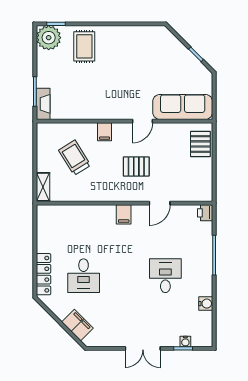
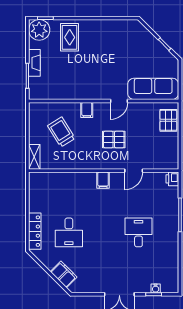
fireplace: (43, 104) -> (34, 63), moved
water cooler: (206, 304) -> (173, 256), removed

